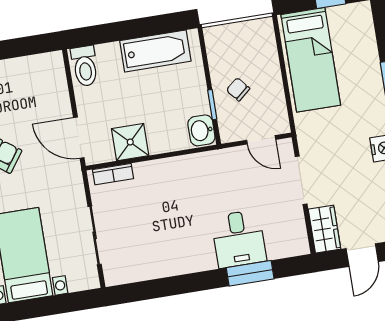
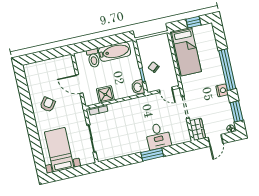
toilet: (85, 66) -> (93, 58), moved
door: (79, 138) -> (79, 84), moved
window: (250, 273) -> (152, 154), moved

